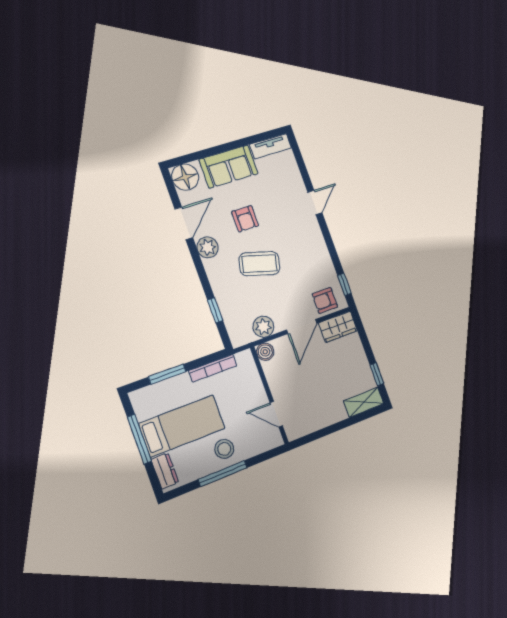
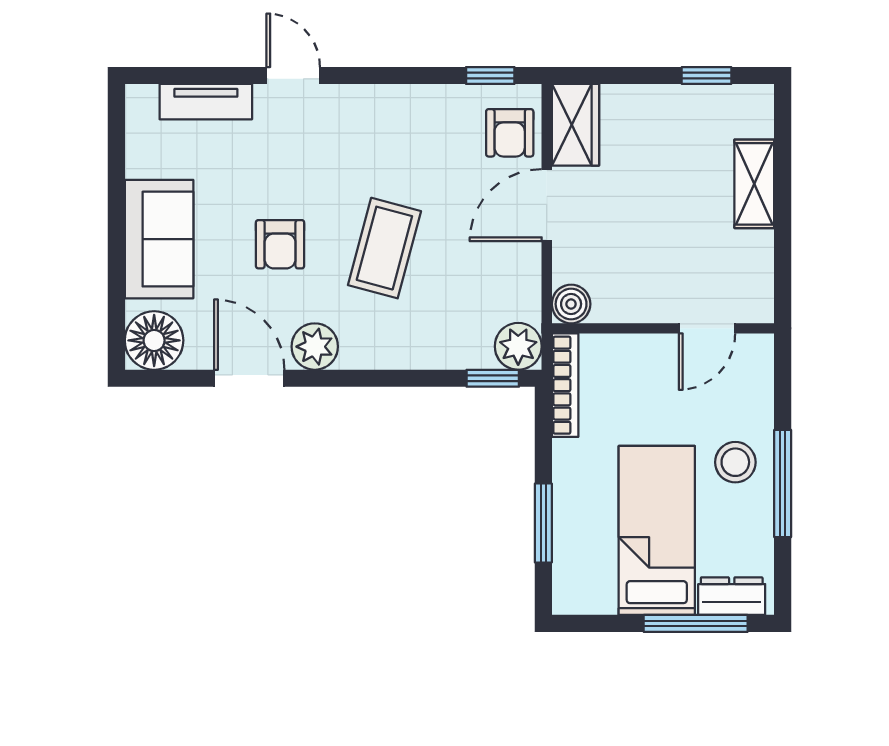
tv unit: (271, 146) -> (206, 102), moved, turned 90
armchair: (245, 219) -> (280, 244), turned 90
window: (215, 310) -> (493, 378), moved
door: (302, 326) -> (547, 205), swing flipped
plant: (263, 327) -> (518, 346), moved
bookcase: (213, 368) -> (565, 385), moved
shelving: (364, 402) -> (754, 184), moved
window: (139, 439) -> (696, 623), moved

